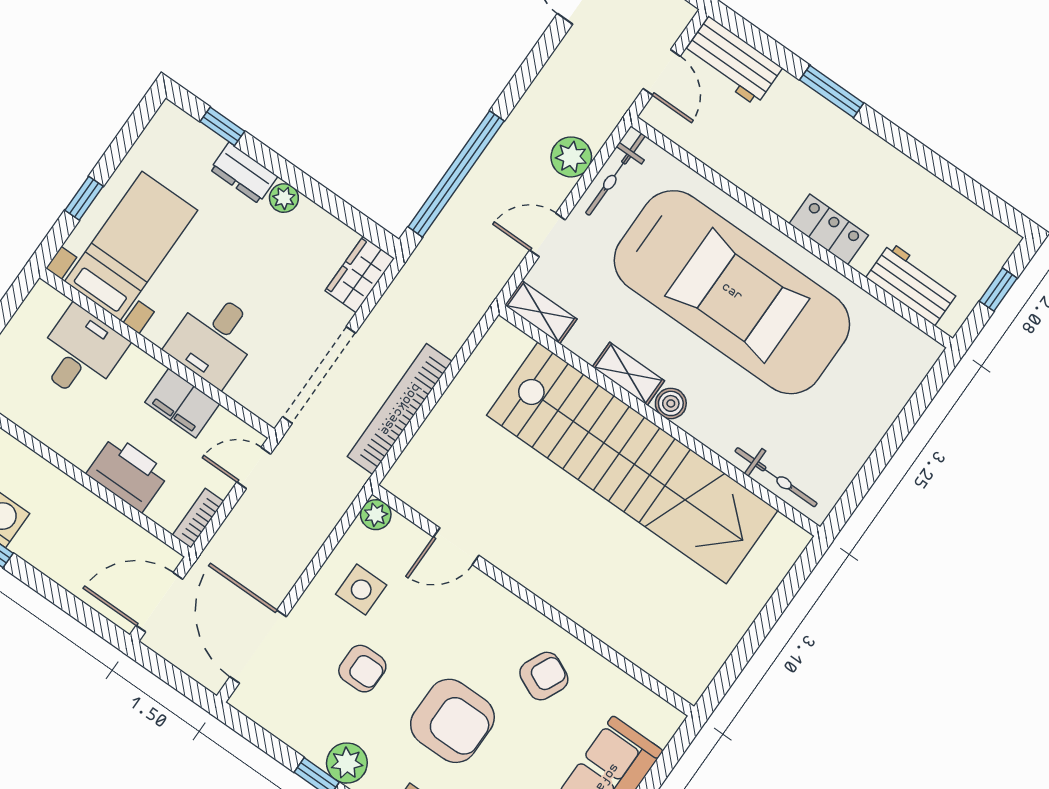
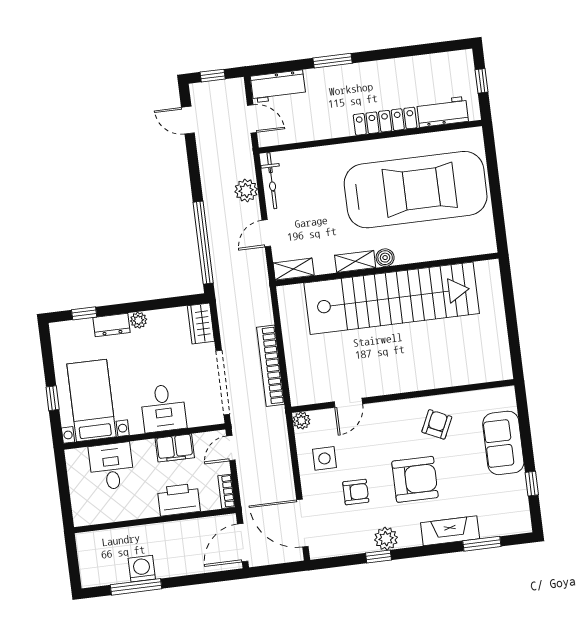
locker: (829, 229) -> (385, 121), width x1.53
car: (732, 292) -> (416, 190), moved
bicycle: (776, 477) -> (459, 248), removed

